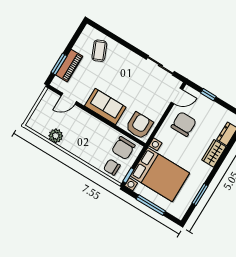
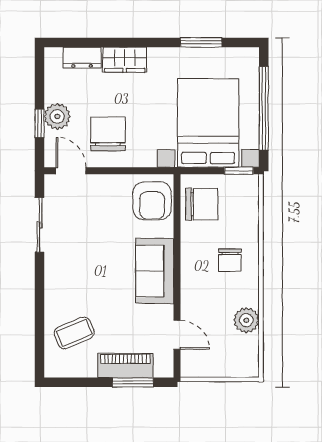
plant: (207, 105) -> (57, 116), added
chair: (184, 124) -> (108, 134), turned 90
armchair: (139, 126) -> (152, 201), turned -90
chair: (112, 167) -> (230, 260), moved
window: (151, 205) -> (264, 108), width x1.46

